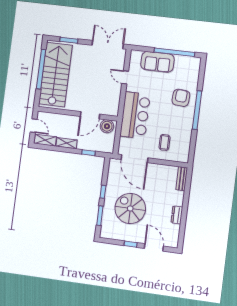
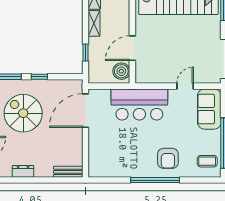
sofa: (157, 62) -> (209, 109), moved
armchair: (181, 98) -> (168, 158), turned 86
door: (90, 115) -> (132, 48), hinge flipped
coffee table: (165, 142) -> (207, 161), moved
spiral stairs: (130, 208) -> (23, 113), turned -90

